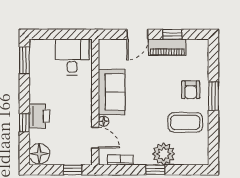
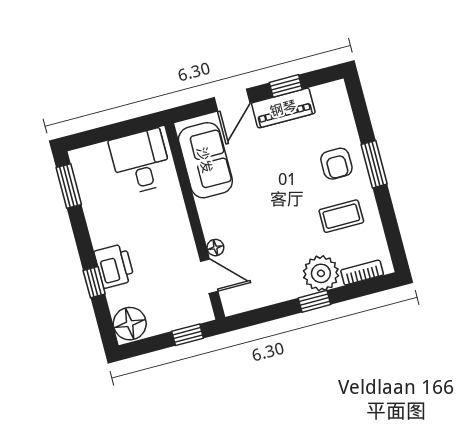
sofa: (112, 92) -> (205, 160), moved
coffee table: (185, 122) -> (341, 216), width x0.73, depth x0.77
bookcase: (120, 160) -> (362, 273), moved

